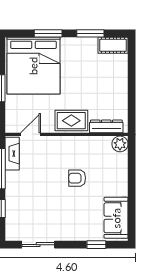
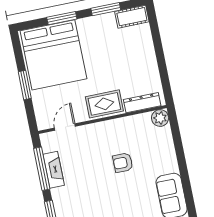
fireplace: (12, 154) -> (54, 170), moved

